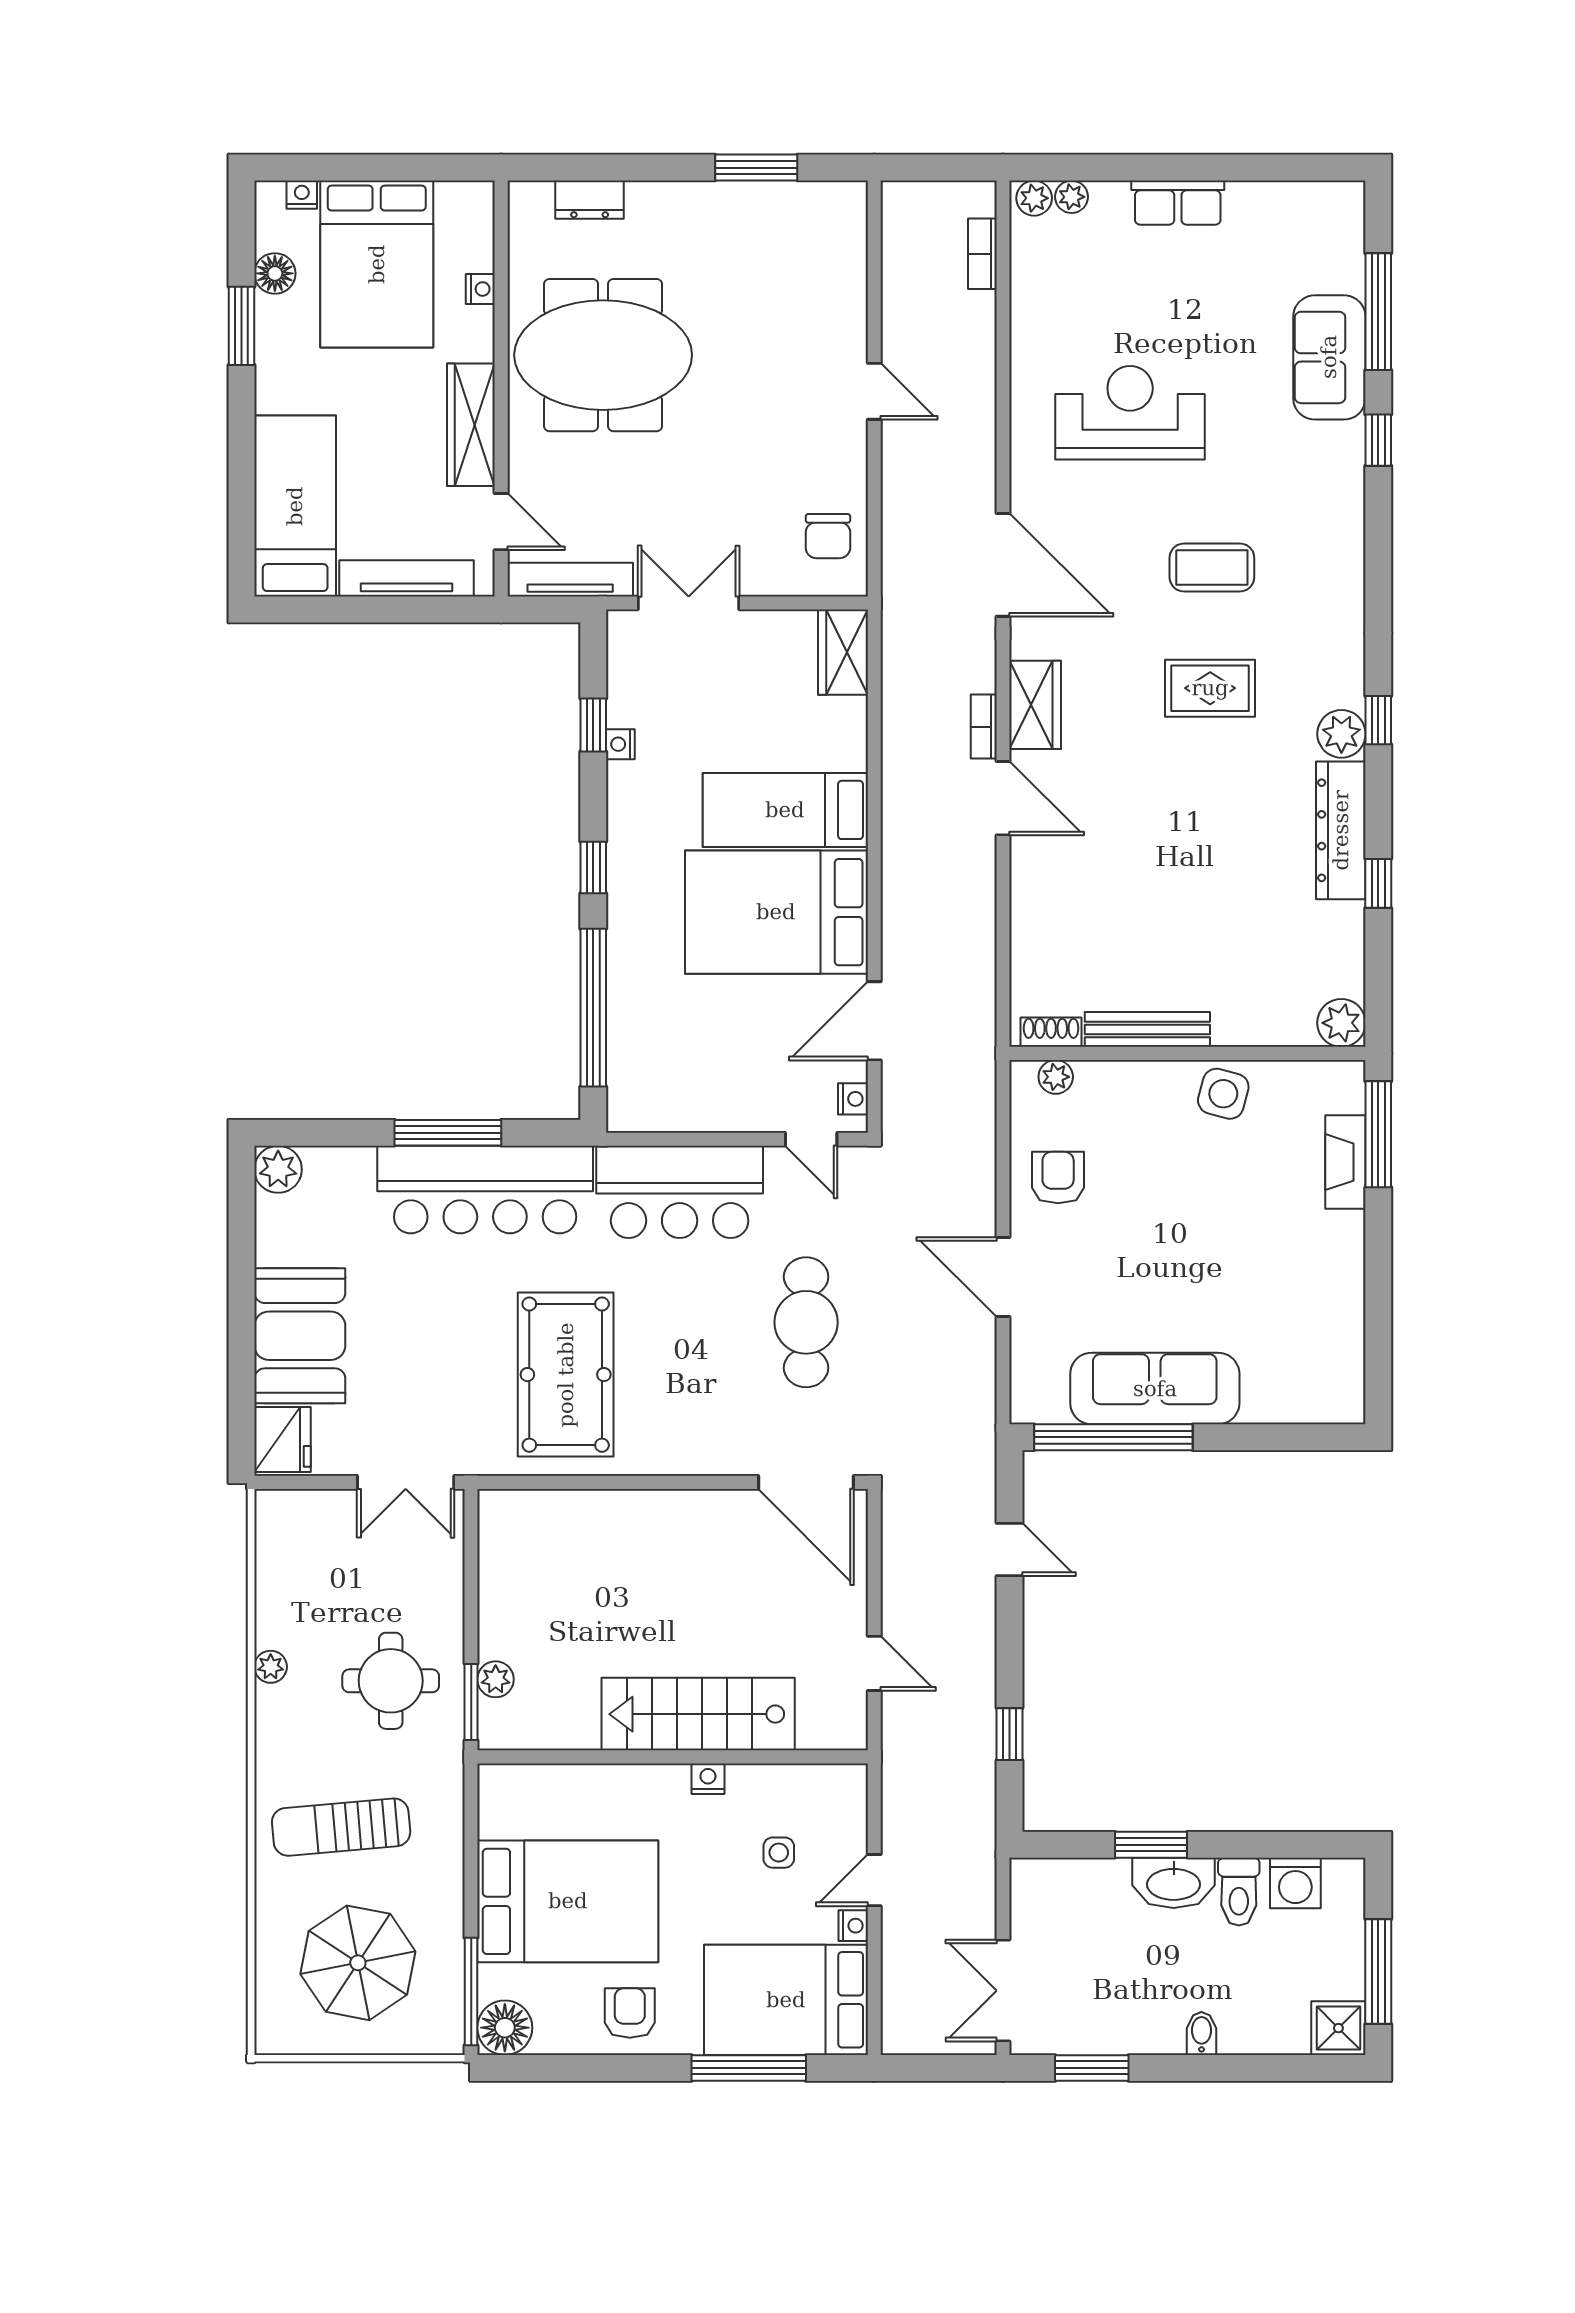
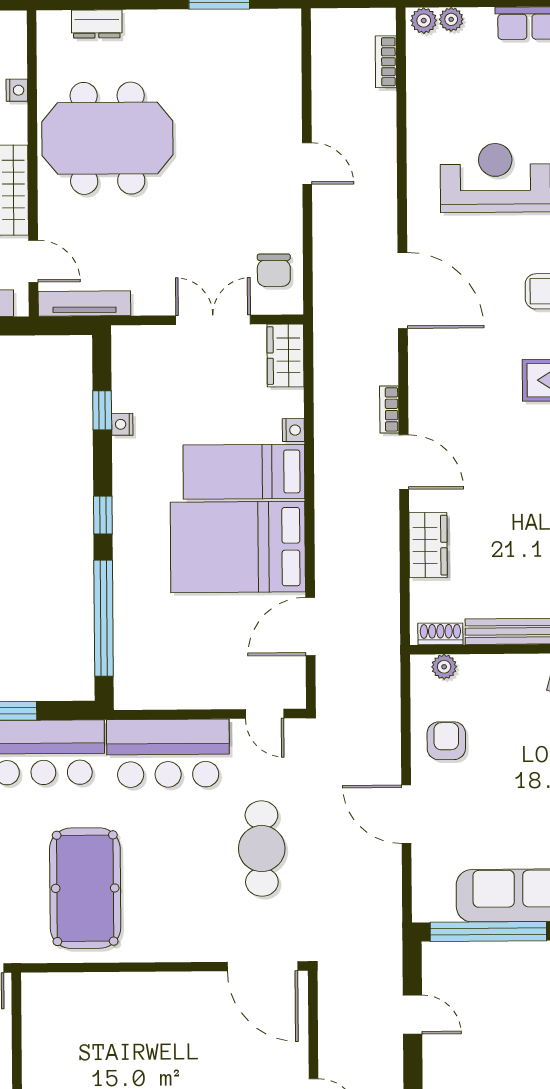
double door: (689, 603) -> (213, 320), moved
wardrobe: (1035, 705) -> (428, 545), moved
nightstand: (853, 1099) -> (293, 430), moved

